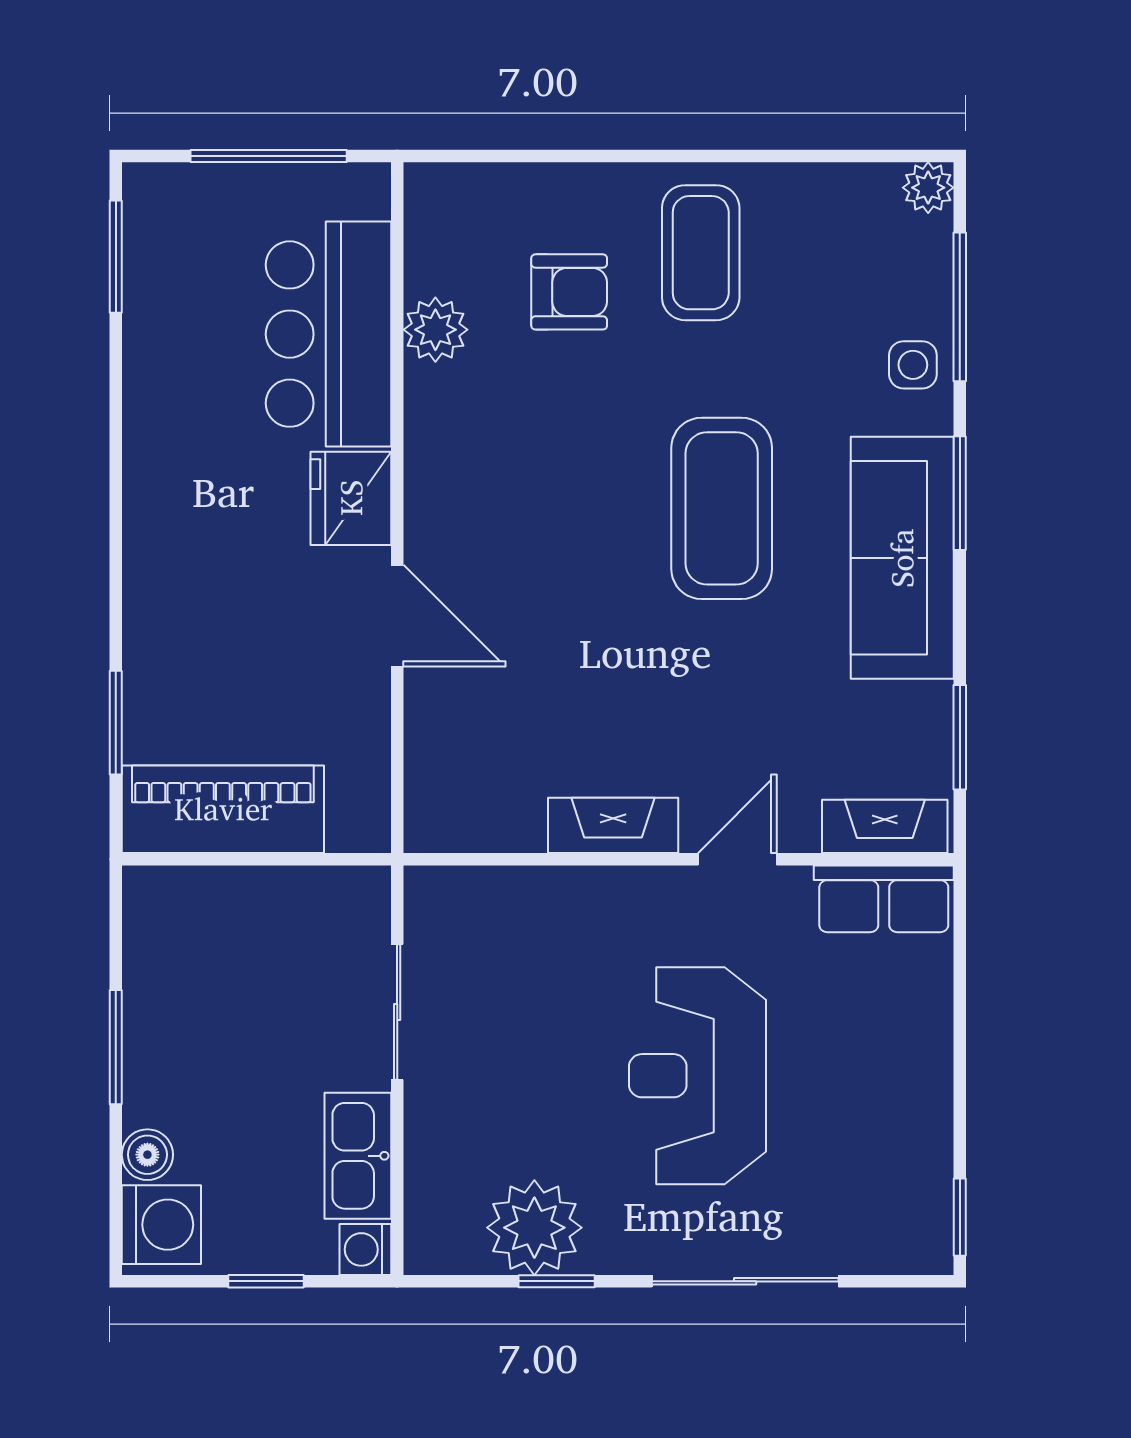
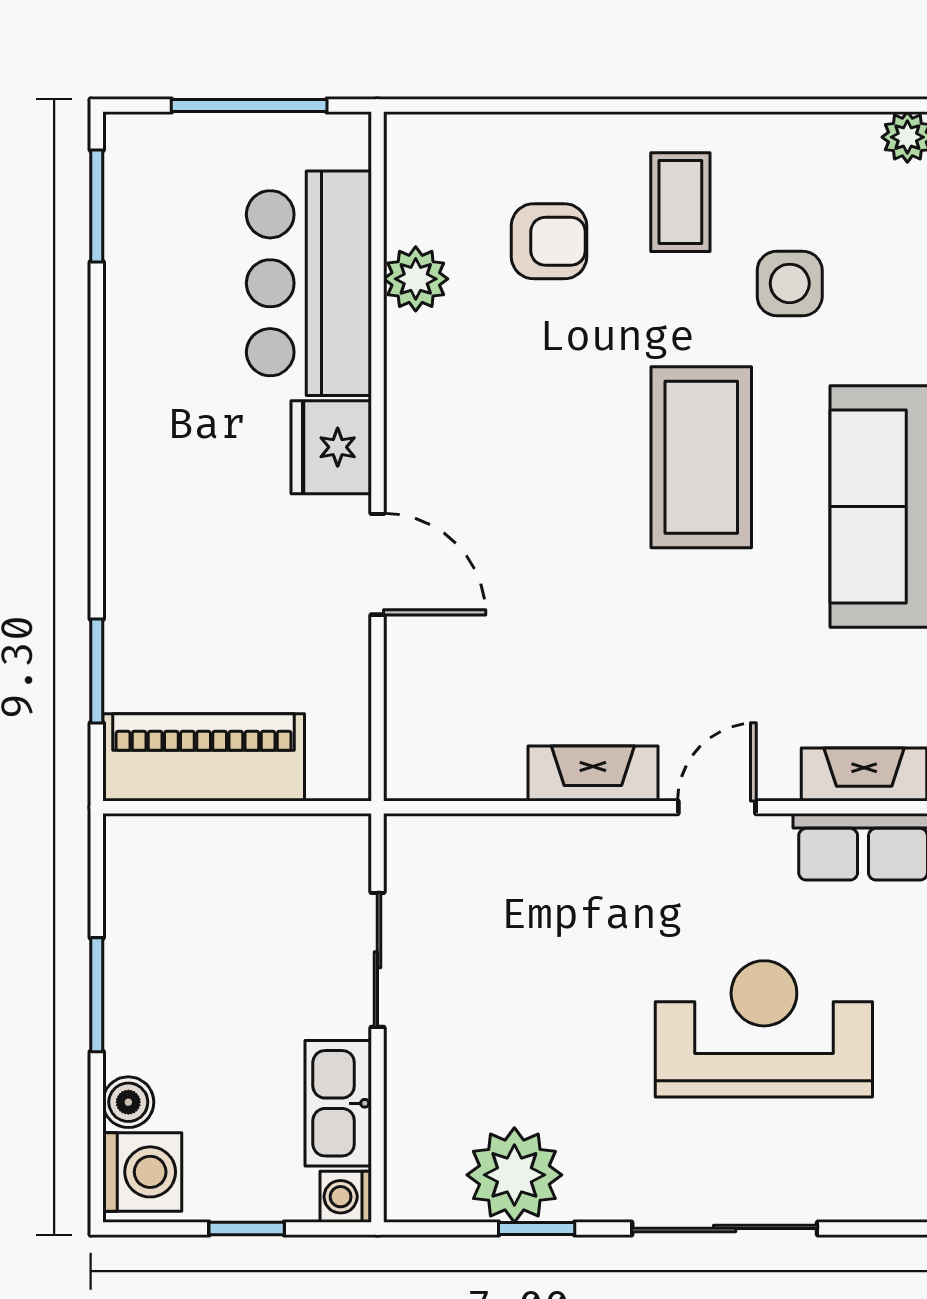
coffee table: (701, 253) -> (680, 202), width x0.73, depth x0.77
side table: (913, 365) -> (790, 283), moved, width x1.37, depth x1.37
reception desk: (697, 1076) -> (764, 1029), moved, turned 90

